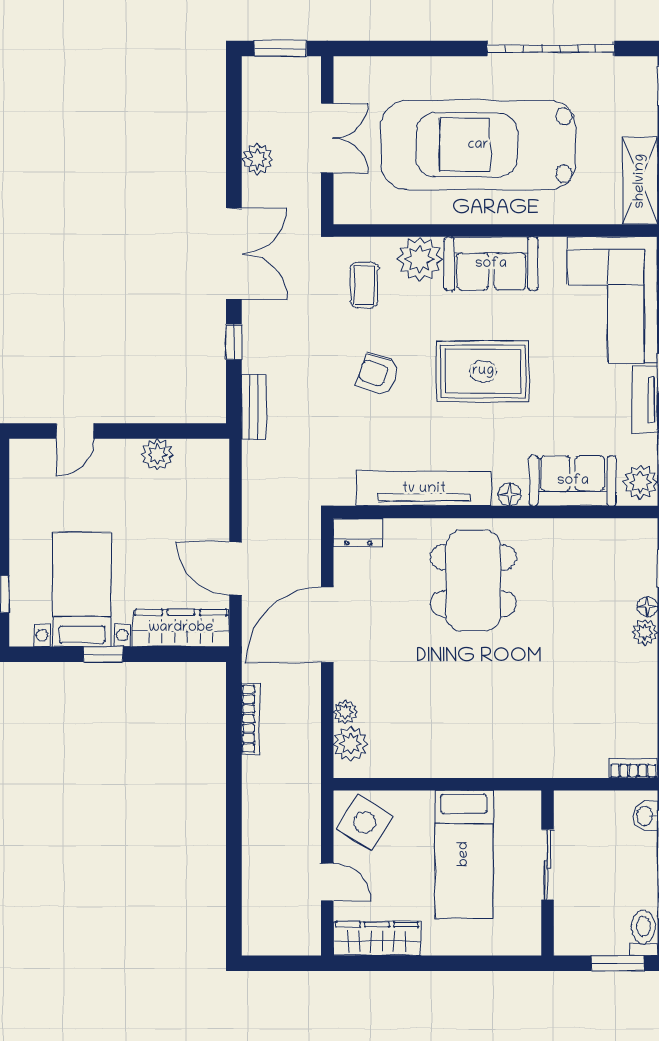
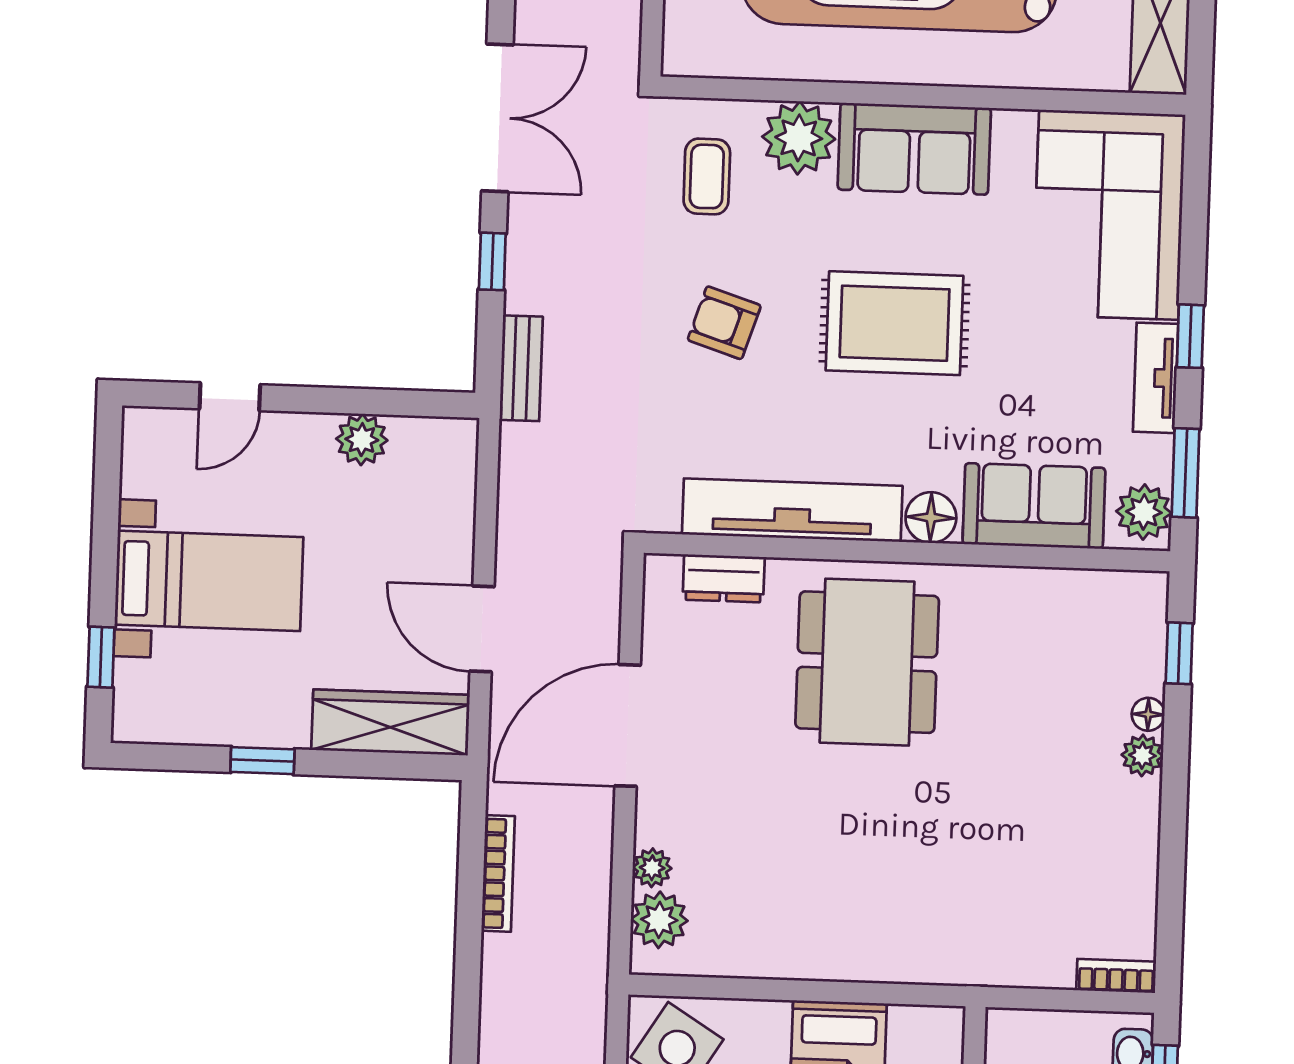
floor lamp: (509, 494) -> (931, 518), width x1.37, depth x1.37
dresser: (358, 532) -> (724, 578), moved
bed with nightstands: (82, 589) -> (209, 581), moved, turned 90

